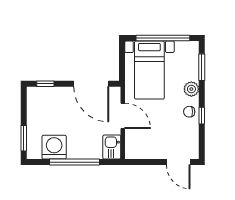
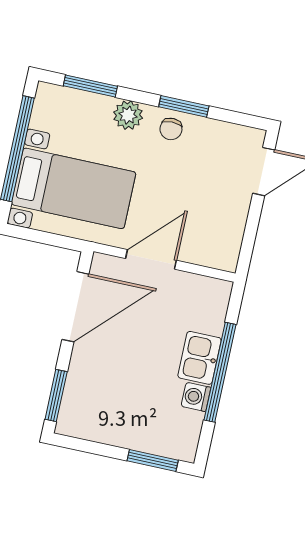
window: (45, 84) -> (56, 396), width x1.50
window: (202, 116) -> (184, 106), width x1.50
washing machine: (54, 147) -> (196, 397), width x0.53, depth x0.53
kitchen sink: (112, 147) -> (199, 358), moved, turned 90

